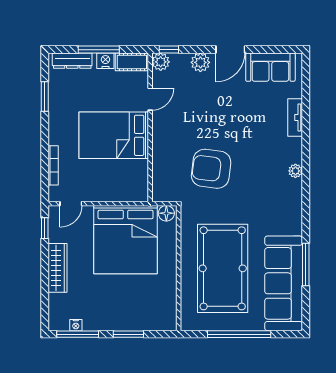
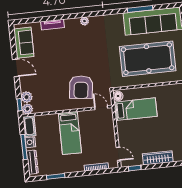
plant: (200, 62) -> (27, 97), moved
door: (150, 99) -> (101, 108), moved
bed: (114, 135) -> (70, 133), width x0.67
armchair: (211, 169) -> (81, 87), moved
bed: (125, 240) -> (135, 109), width x0.49

